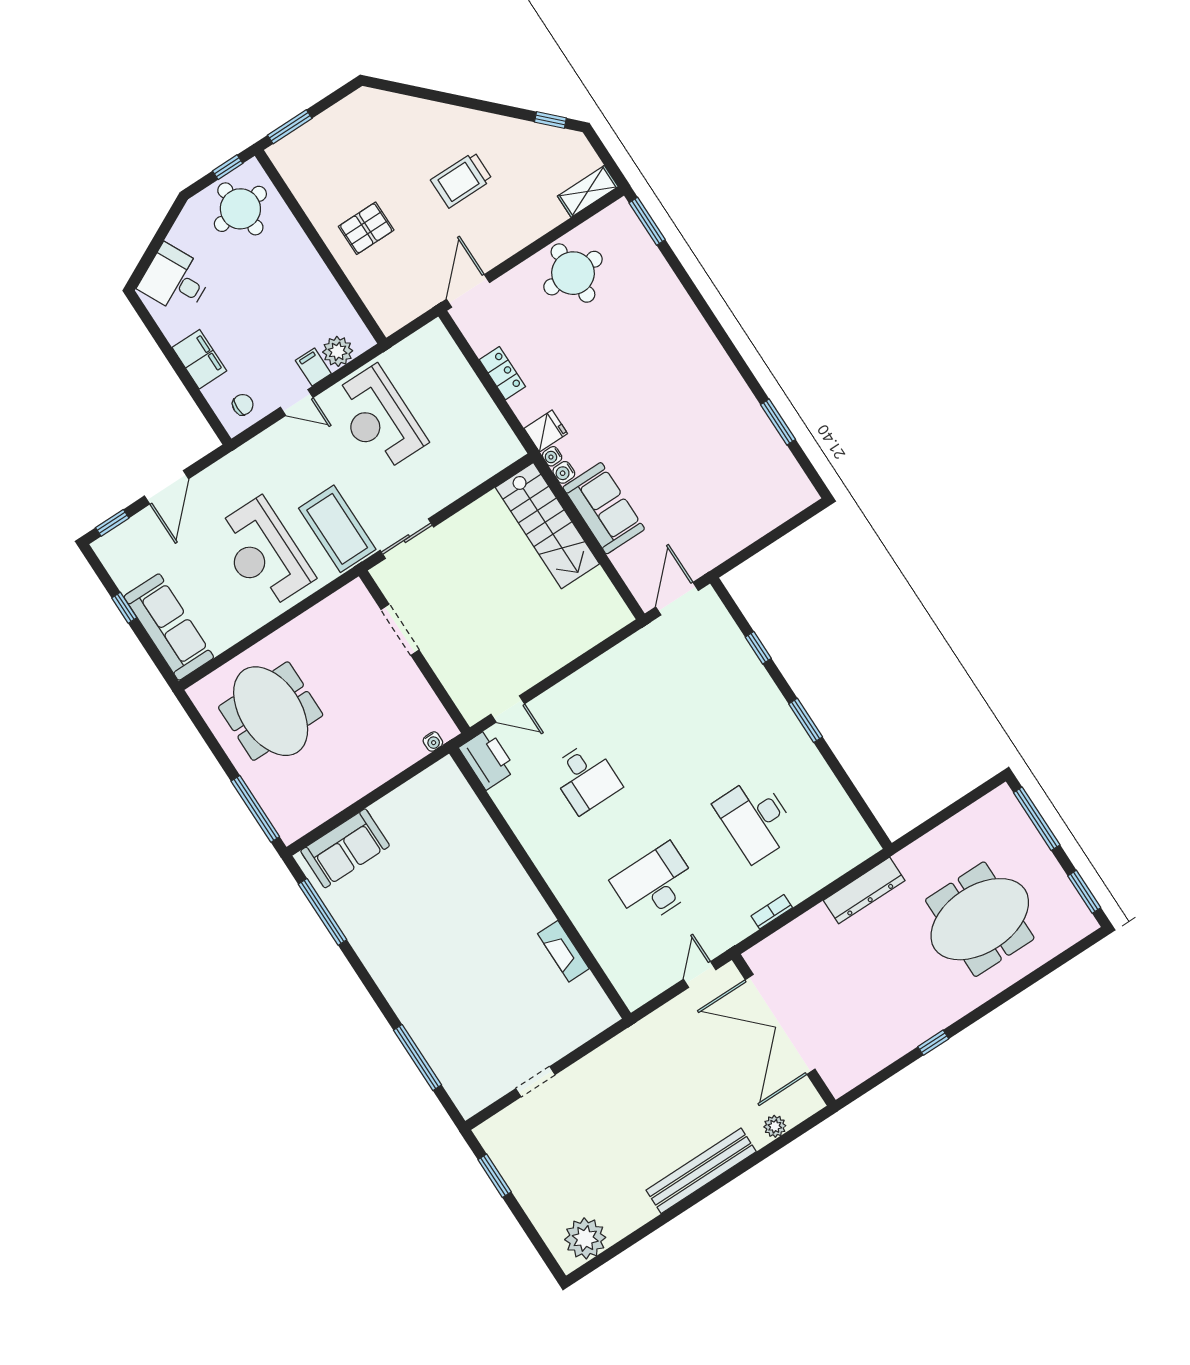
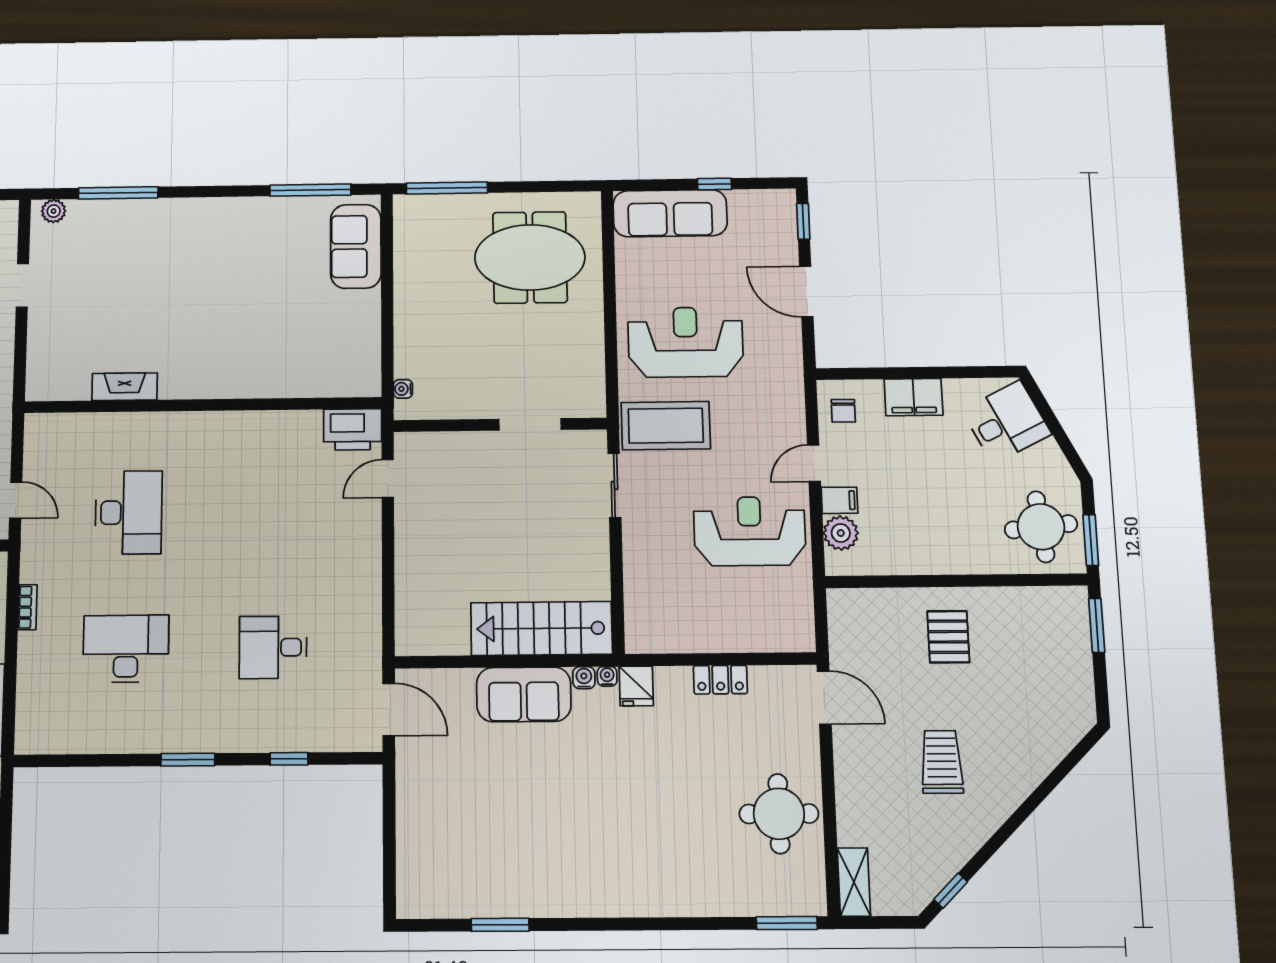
window: (228, 167) -> (1091, 540), width x1.50
desk: (586, 778) -> (273, 647), moved
plant: (463, 1097) -> (54, 211), added

